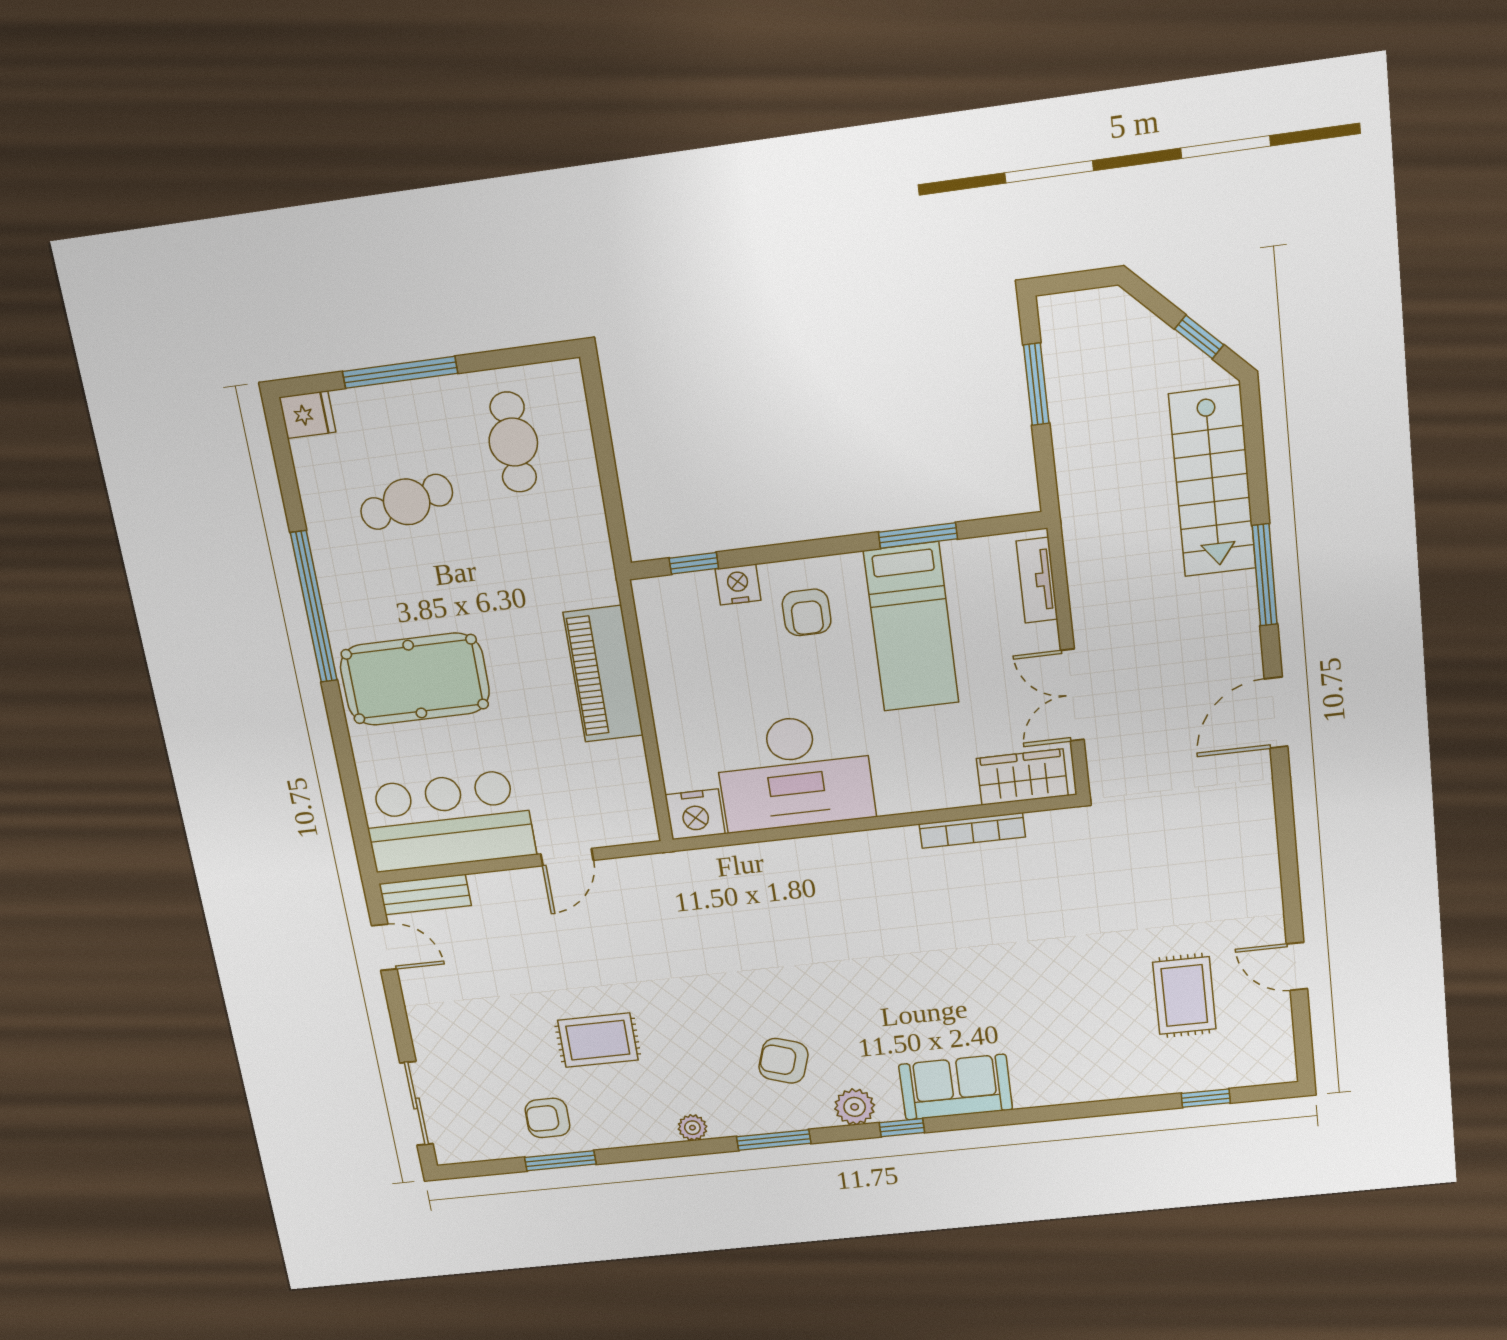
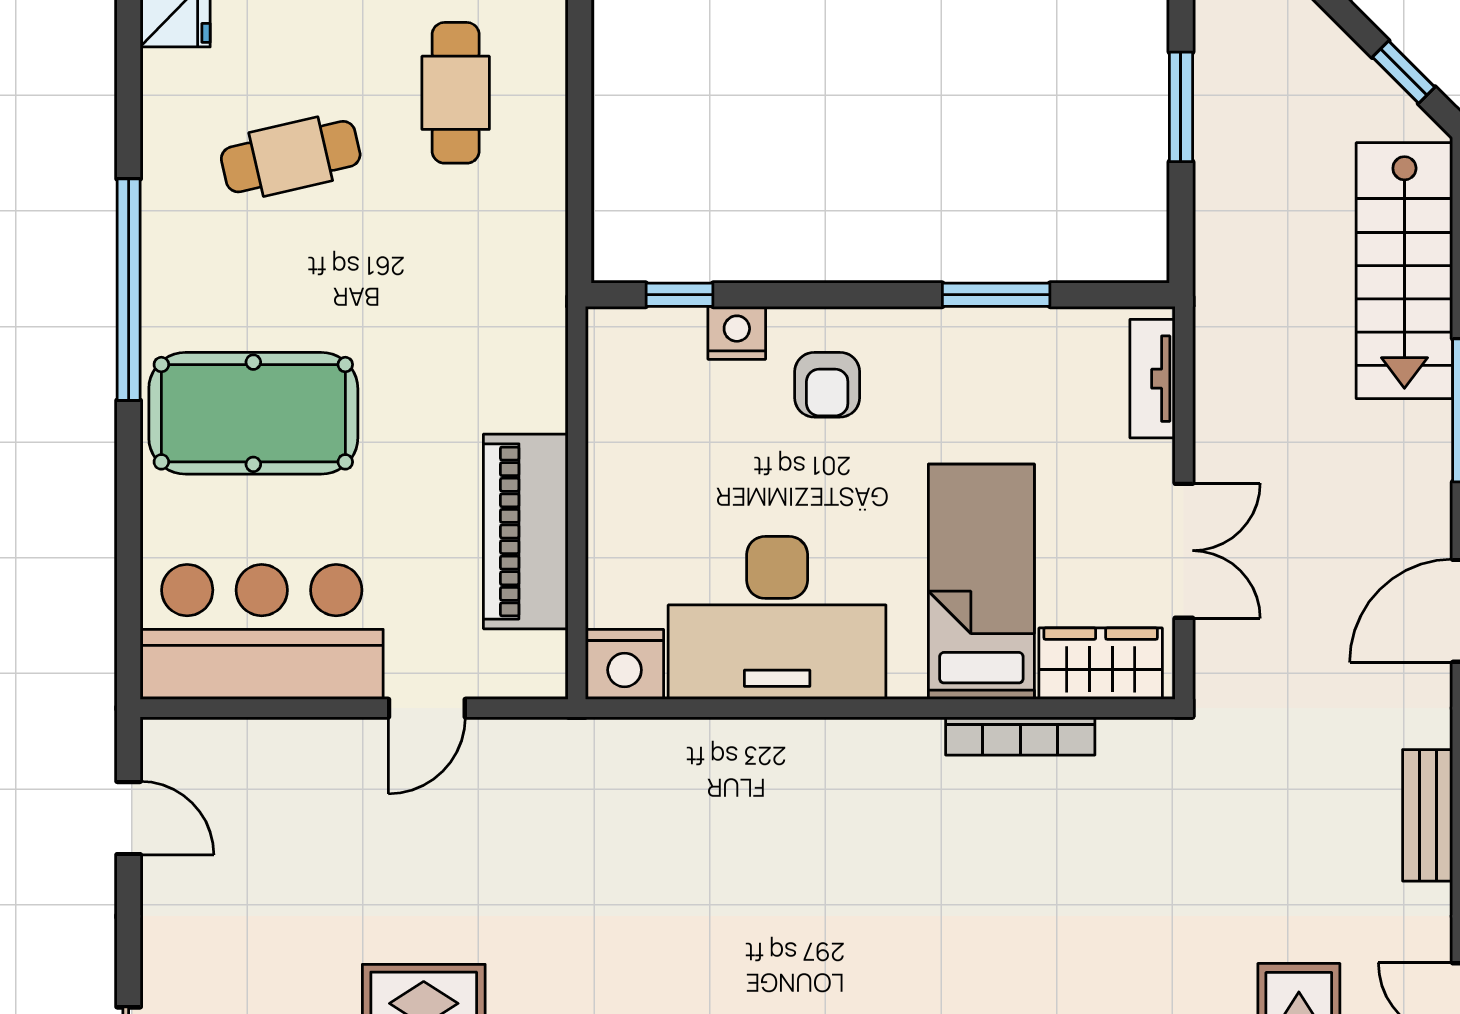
bed: (911, 627) -> (981, 582), moved, turned 180
piano: (603, 674) -> (526, 531), moved
double door: (1072, 695) -> (1184, 551), swing flipped
bench: (425, 895) -> (1428, 815), moved, turned 90

